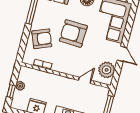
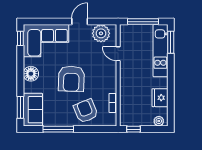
plant: (20, 86) -> (159, 121), moved
window: (11, 91) -> (134, 129), moved

